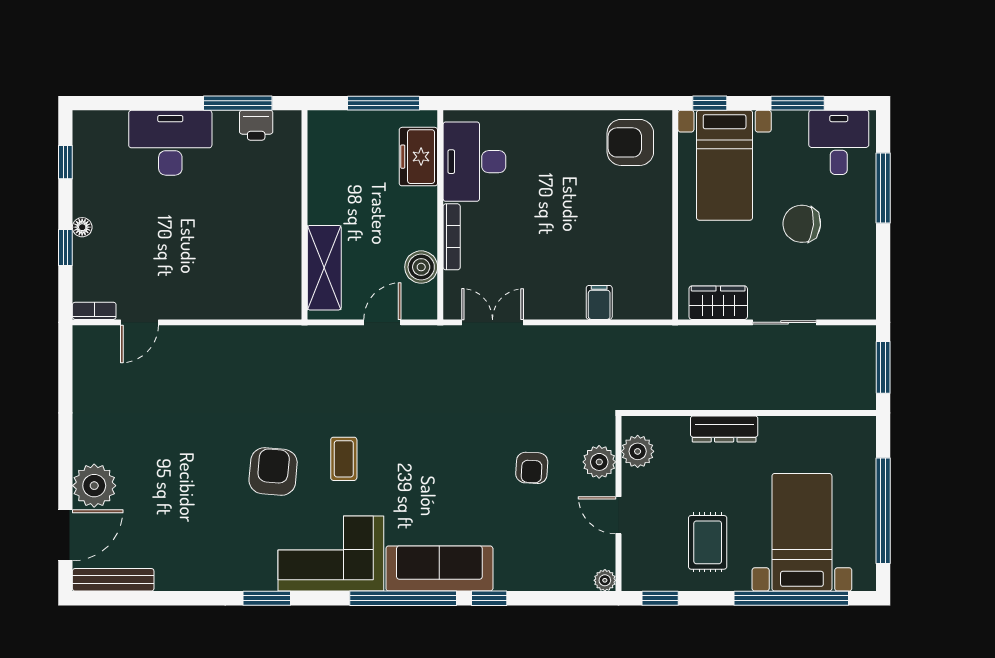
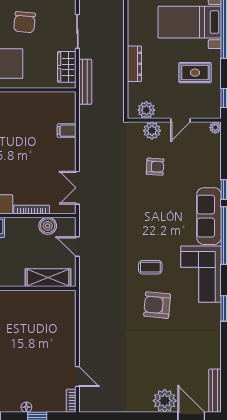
bench: (690, 337) -> (85, 82), added

